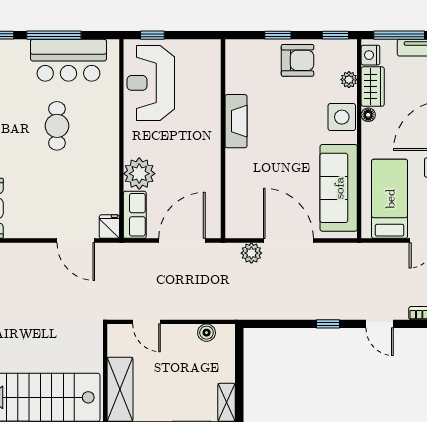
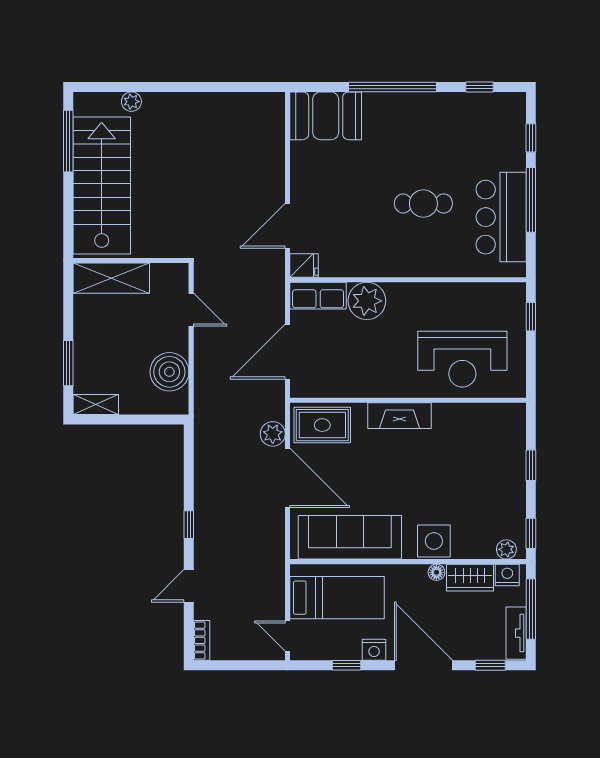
armchair: (298, 60) -> (501, 489), removed
plant: (349, 80) -> (506, 549), moved
reception desk: (151, 83) -> (462, 359), moved, turned 180
fireplace: (236, 121) -> (400, 416), moved
rug: (244, 211) -> (322, 425), added
door: (182, 241) -> (288, 352), swing flipped
door: (288, 241) -> (288, 478), hinge flipped
door: (147, 322) -> (191, 310), swing flipped
boiler: (207, 333) -> (169, 372), width x1.86, depth x1.86

